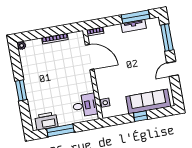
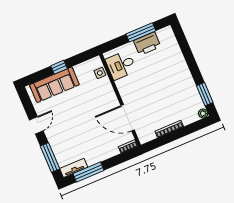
tv unit: (134, 26) -> (74, 168), moved
window: (21, 90) -> (205, 94), moved
printer: (46, 121) -> (147, 44), moved

